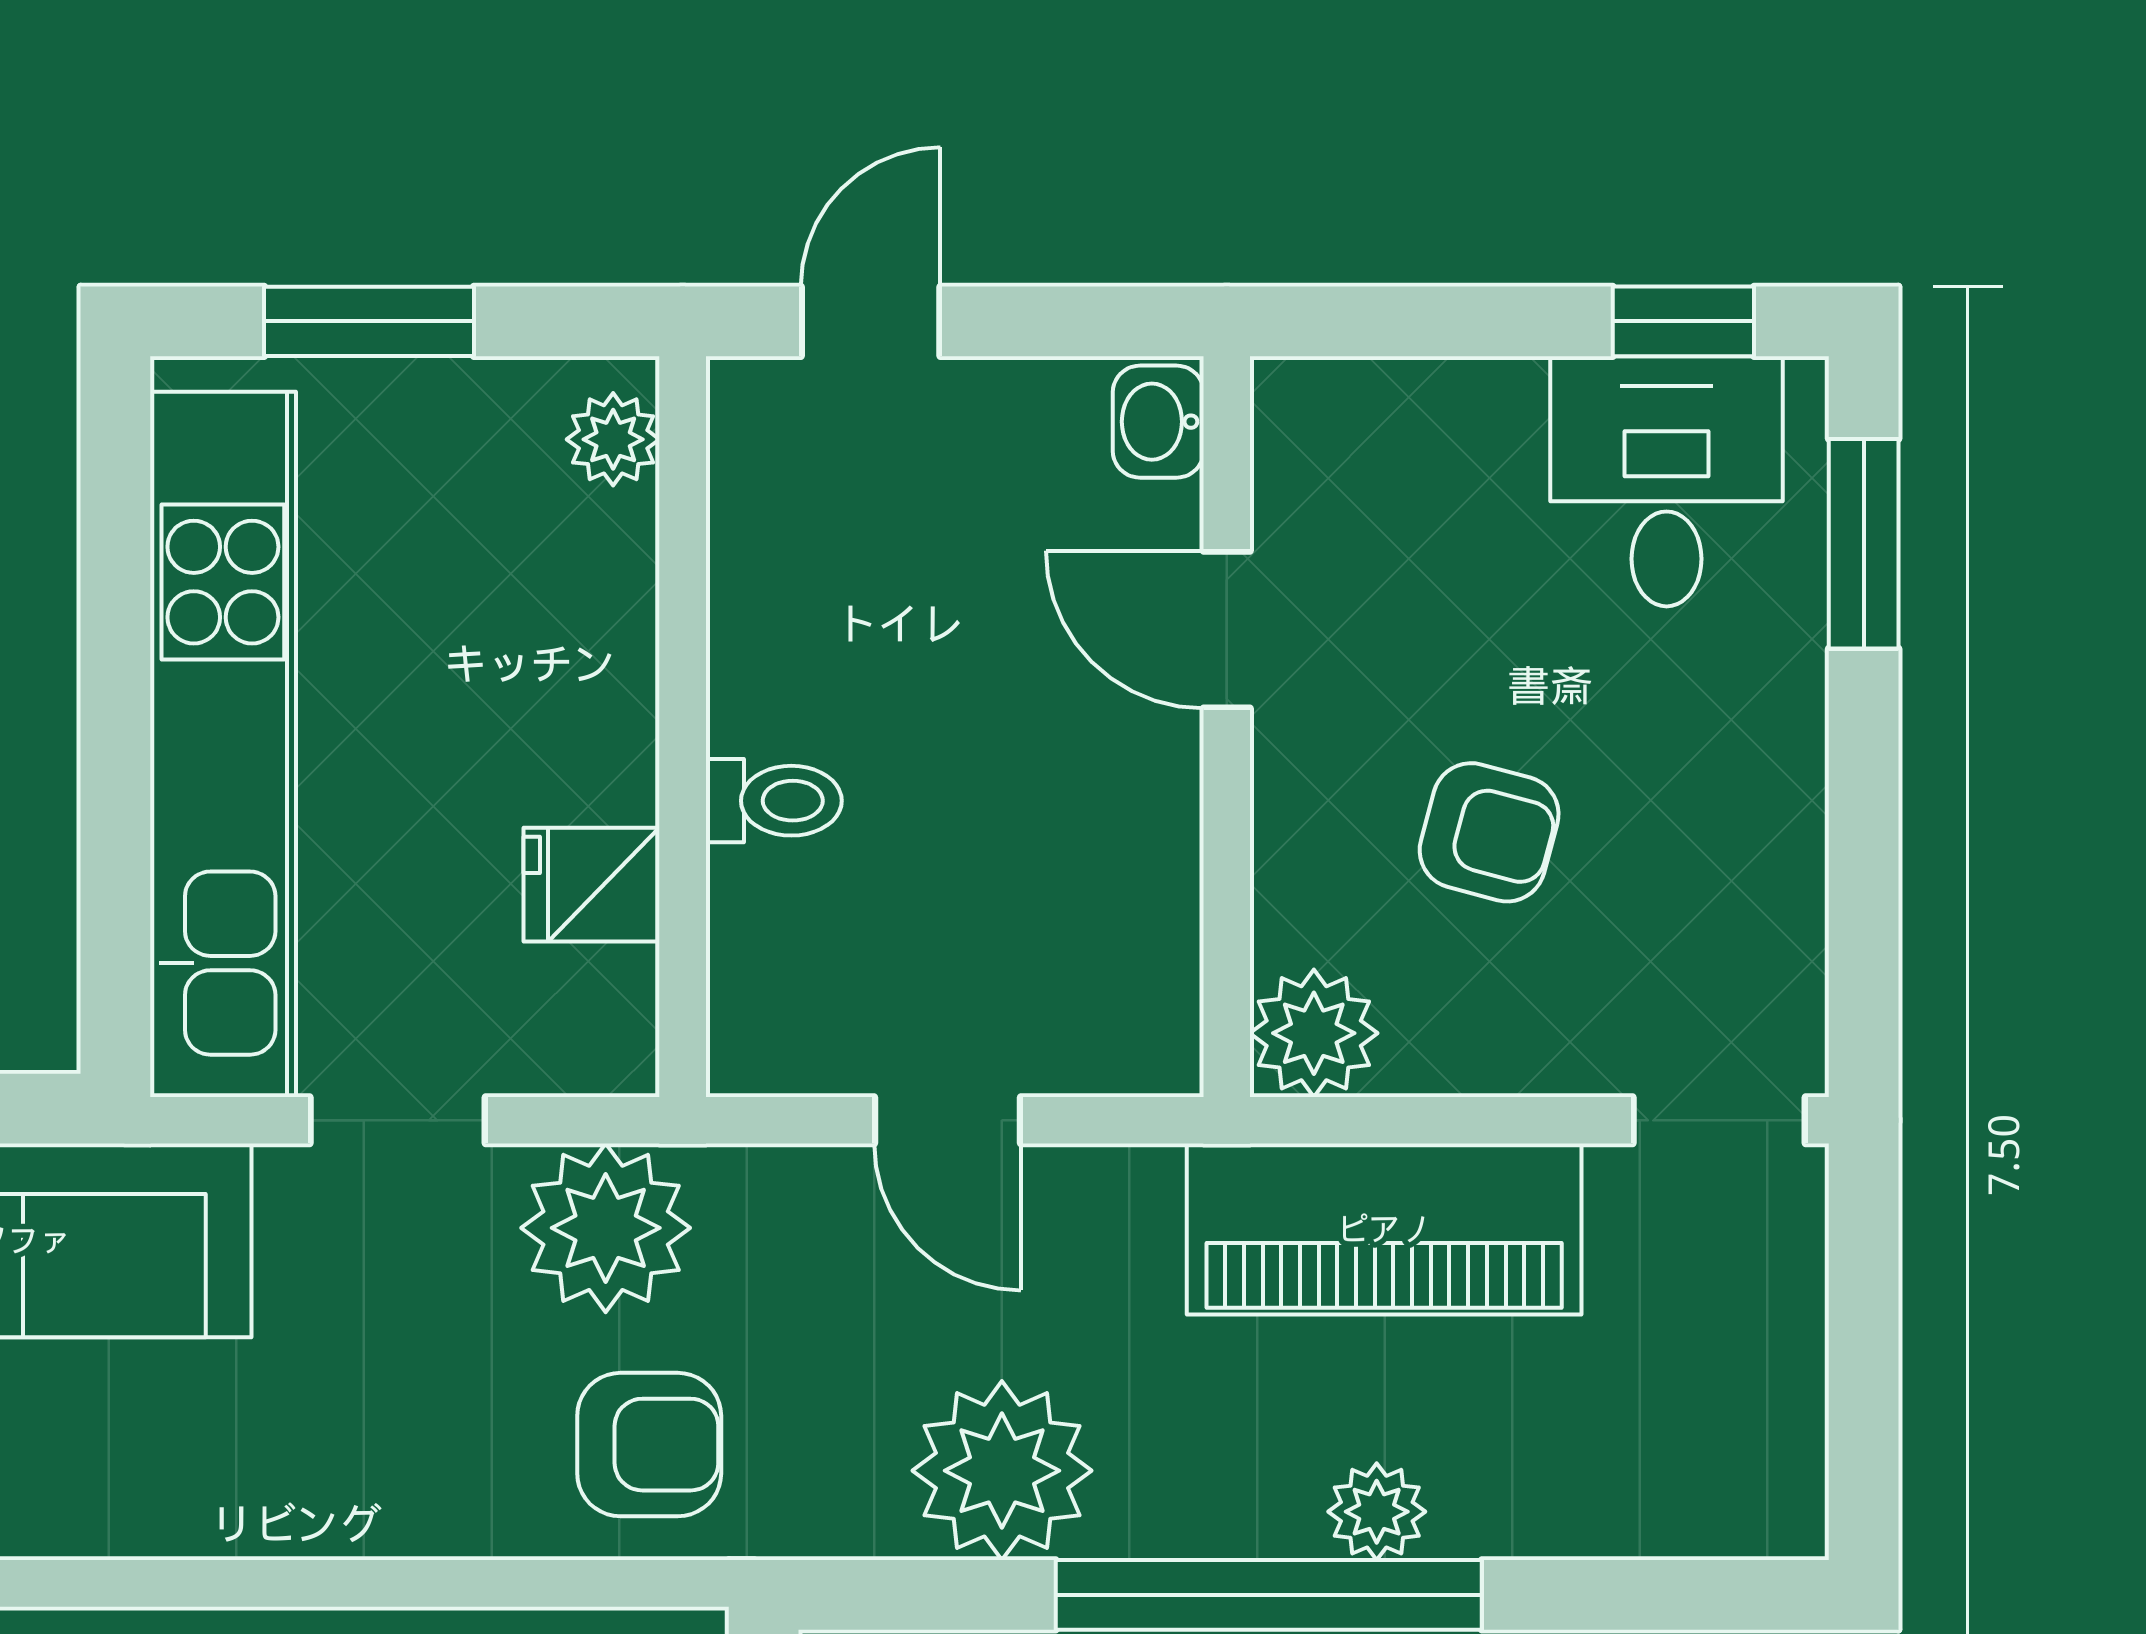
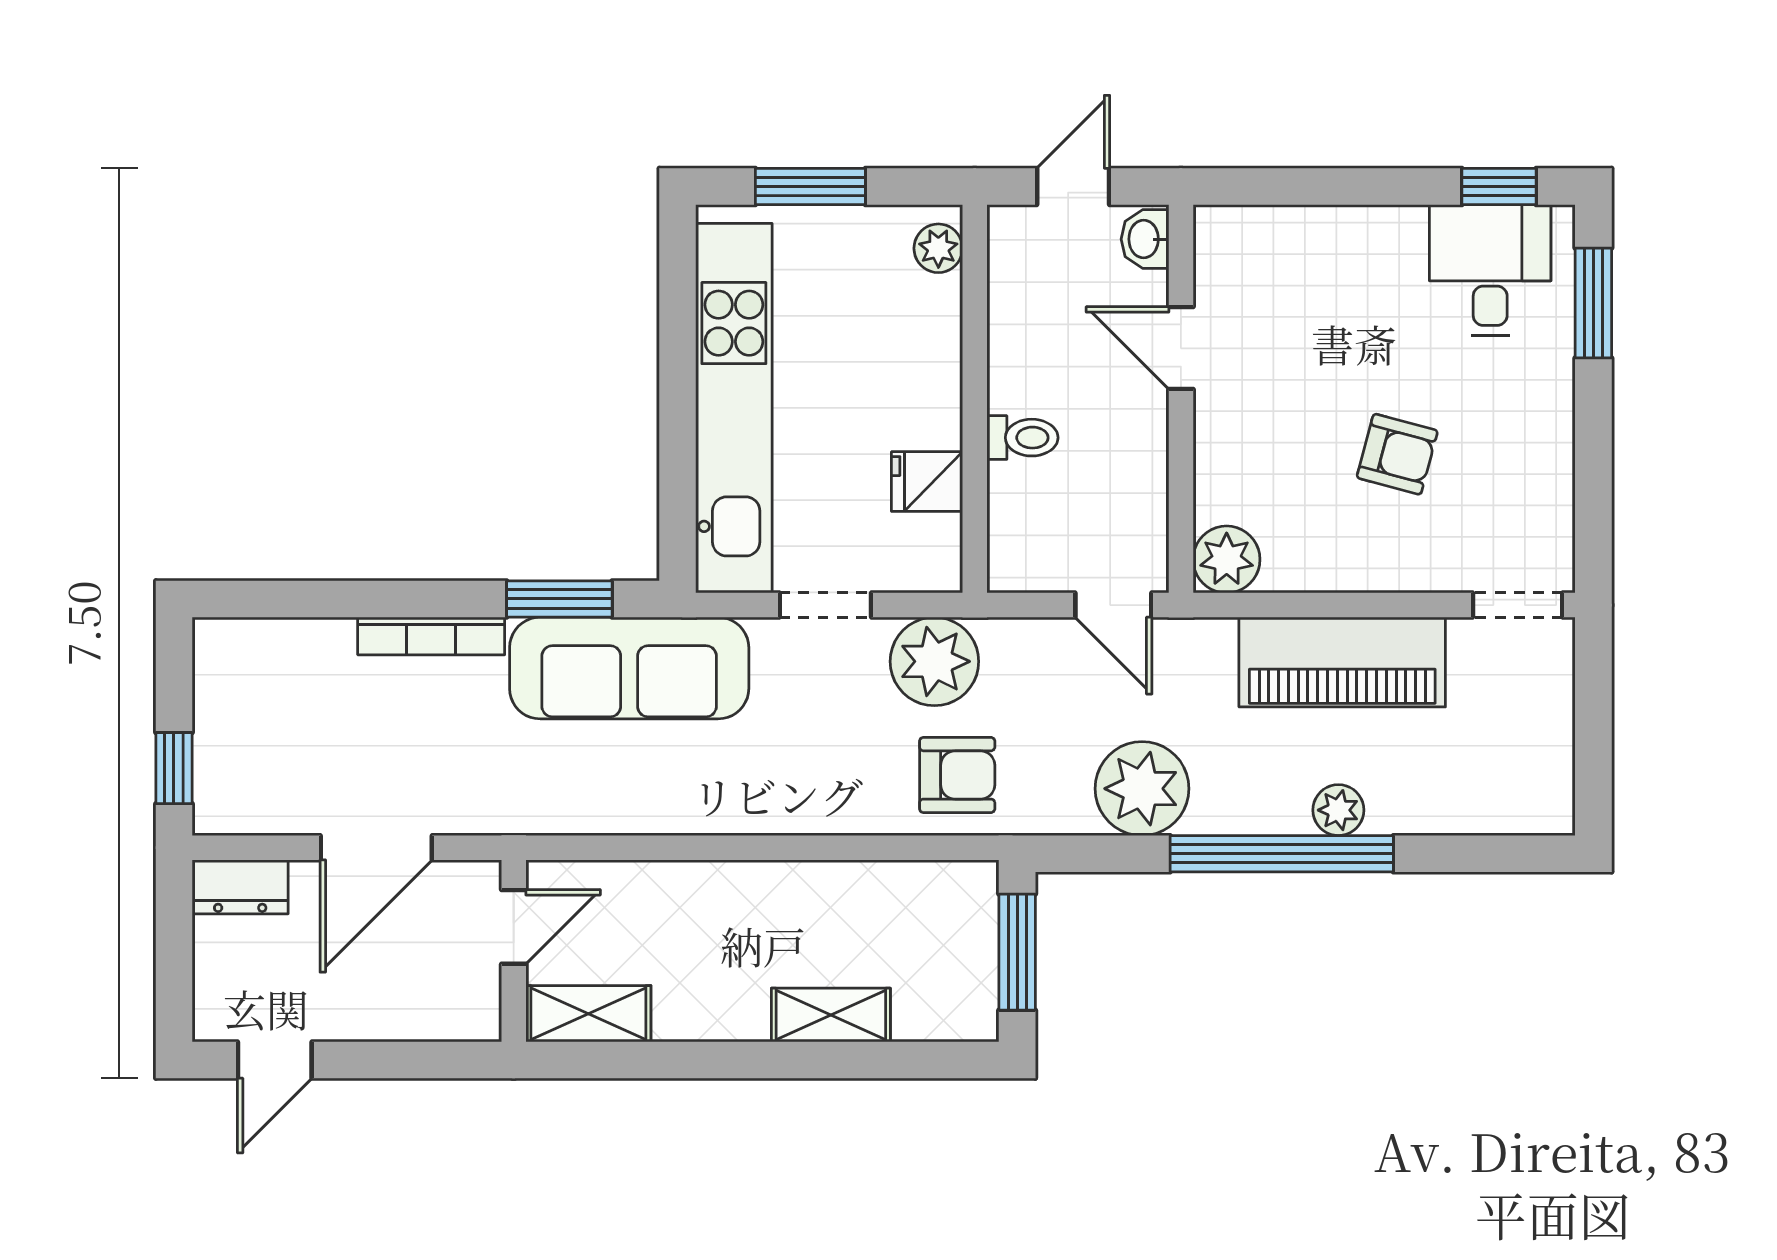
washbasin: (1158, 422) -> (1145, 239), moved
door: (1227, 630) -> (1181, 348), moved
wall: (1227, 727) -> (1181, 399), moved
plant: (1314, 1033) -> (1227, 559), moved

